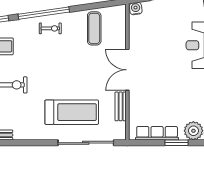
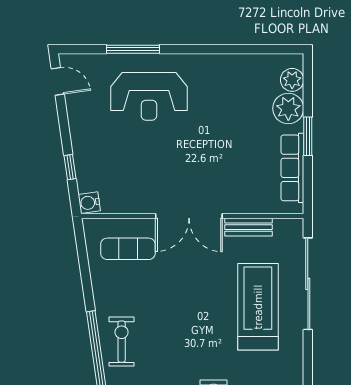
exercise bike: (50, 28) -> (122, 342), width x1.38, depth x1.39
exercise mat: (94, 28) -> (128, 249), moved

